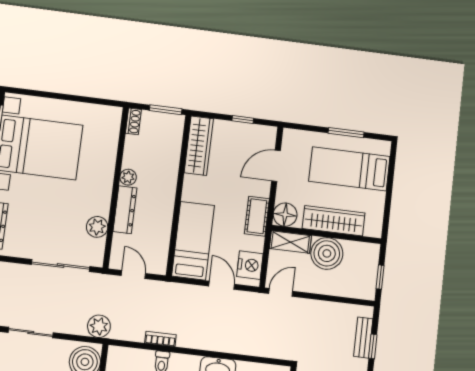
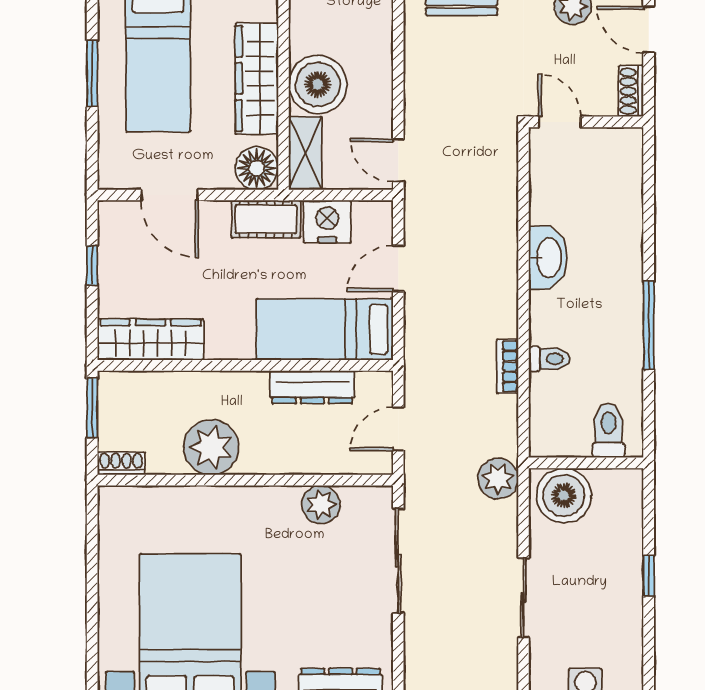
plant: (128, 177) -> (211, 447), width x1.87, depth x1.87
dresser: (125, 210) -> (312, 387), moved, turned 180
nightstand: (250, 265) -> (327, 222), moved

